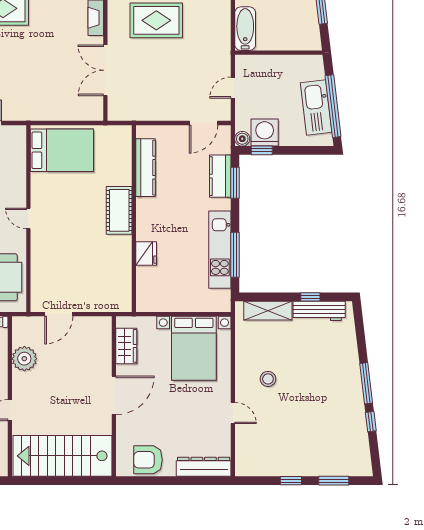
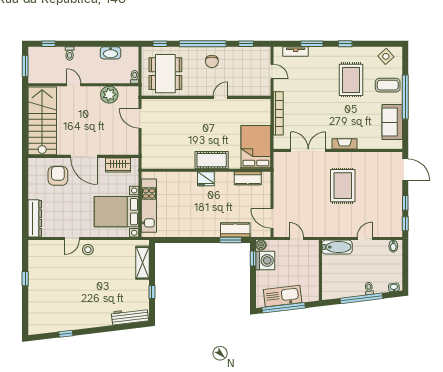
bookcase: (51, 114) -> (278, 113), added
bed: (62, 150) -> (256, 147), moved, turned 180
kitchen counter: (146, 168) -> (248, 178), width x0.67
door: (28, 218) -> (220, 97), moved
kitchen unit: (220, 250) -> (149, 206), moved, turned 90
fridge: (146, 253) -> (206, 179), moved
window: (235, 255) -> (181, 240), removed
workbench: (319, 311) -> (130, 316), moved, turned 83
stool: (268, 379) -> (88, 250), moved
window: (366, 383) -> (92, 331), removed
armchair: (148, 460) -> (58, 176), moved
window: (334, 481) -> (25, 308), removed

